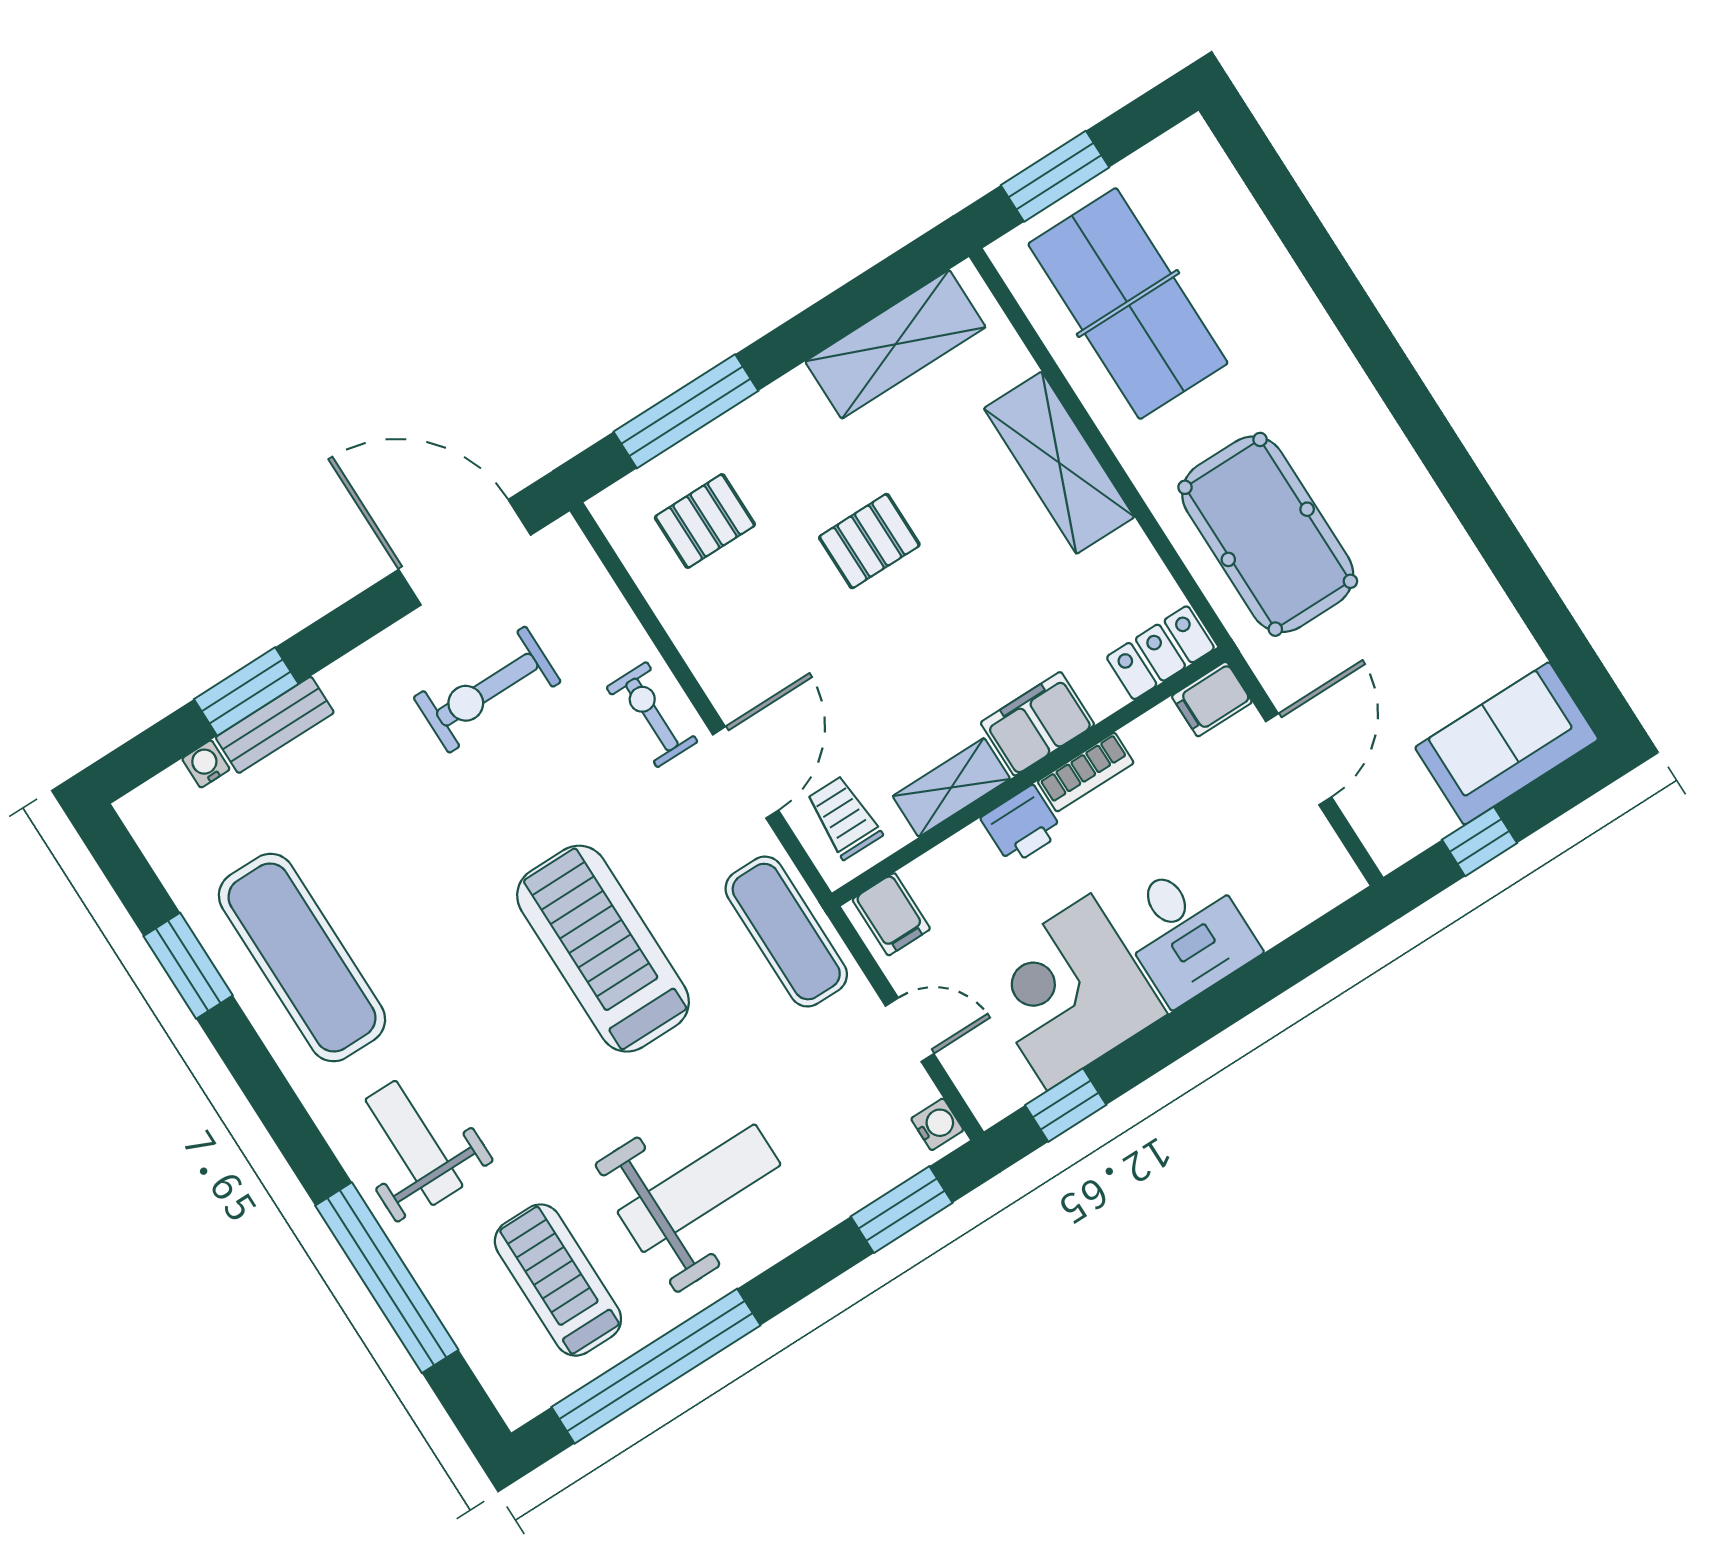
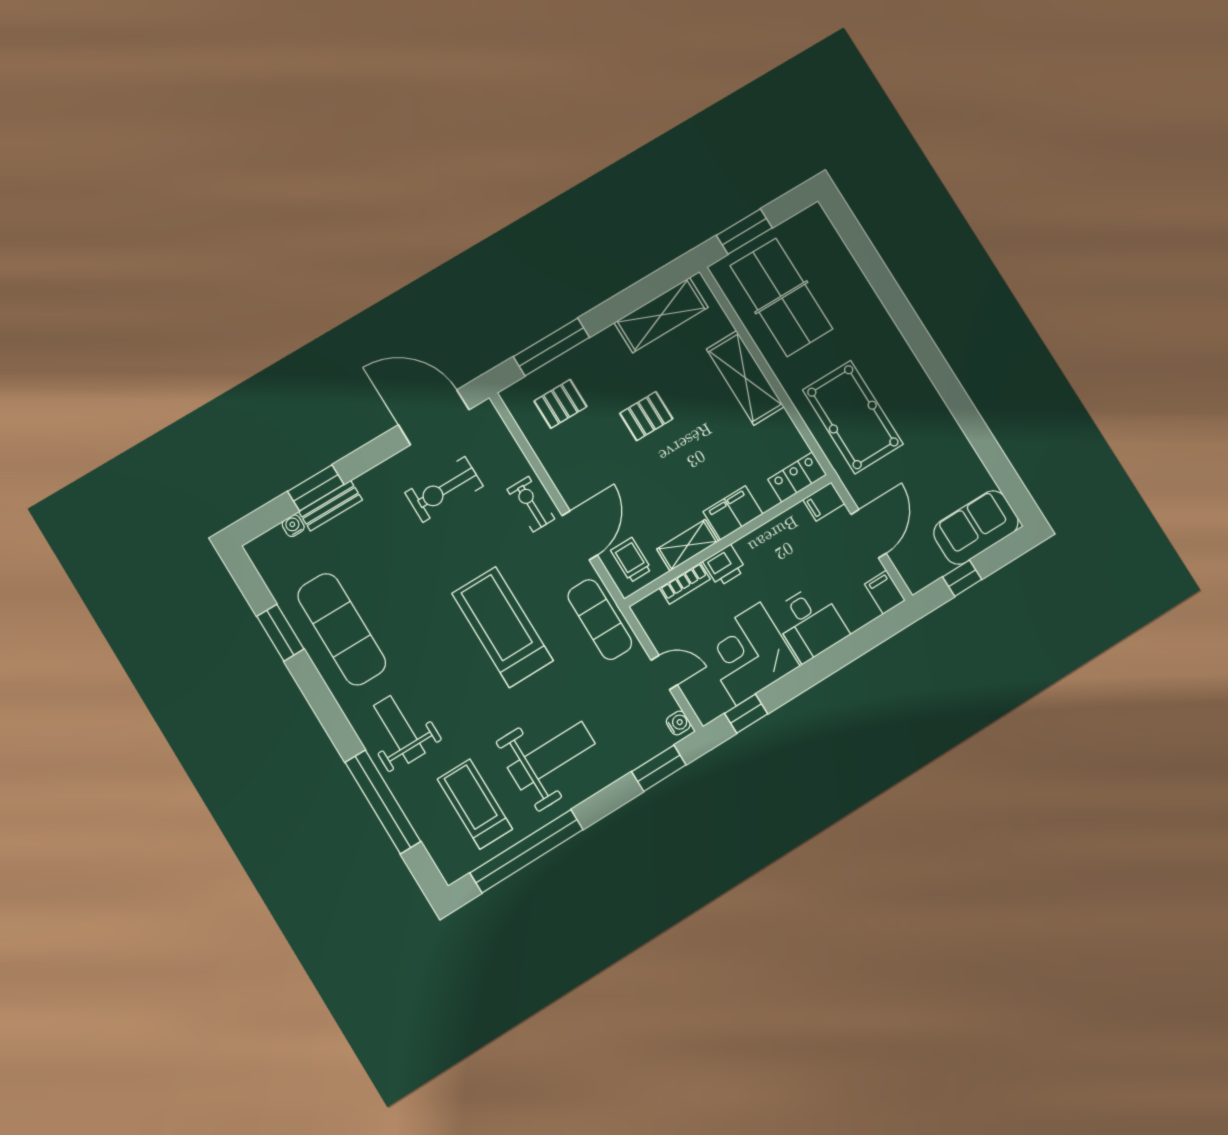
bookcase: (1086, 772) -> (685, 583), moved
filing cabinet: (891, 914) -> (885, 592), moved, turned 180

